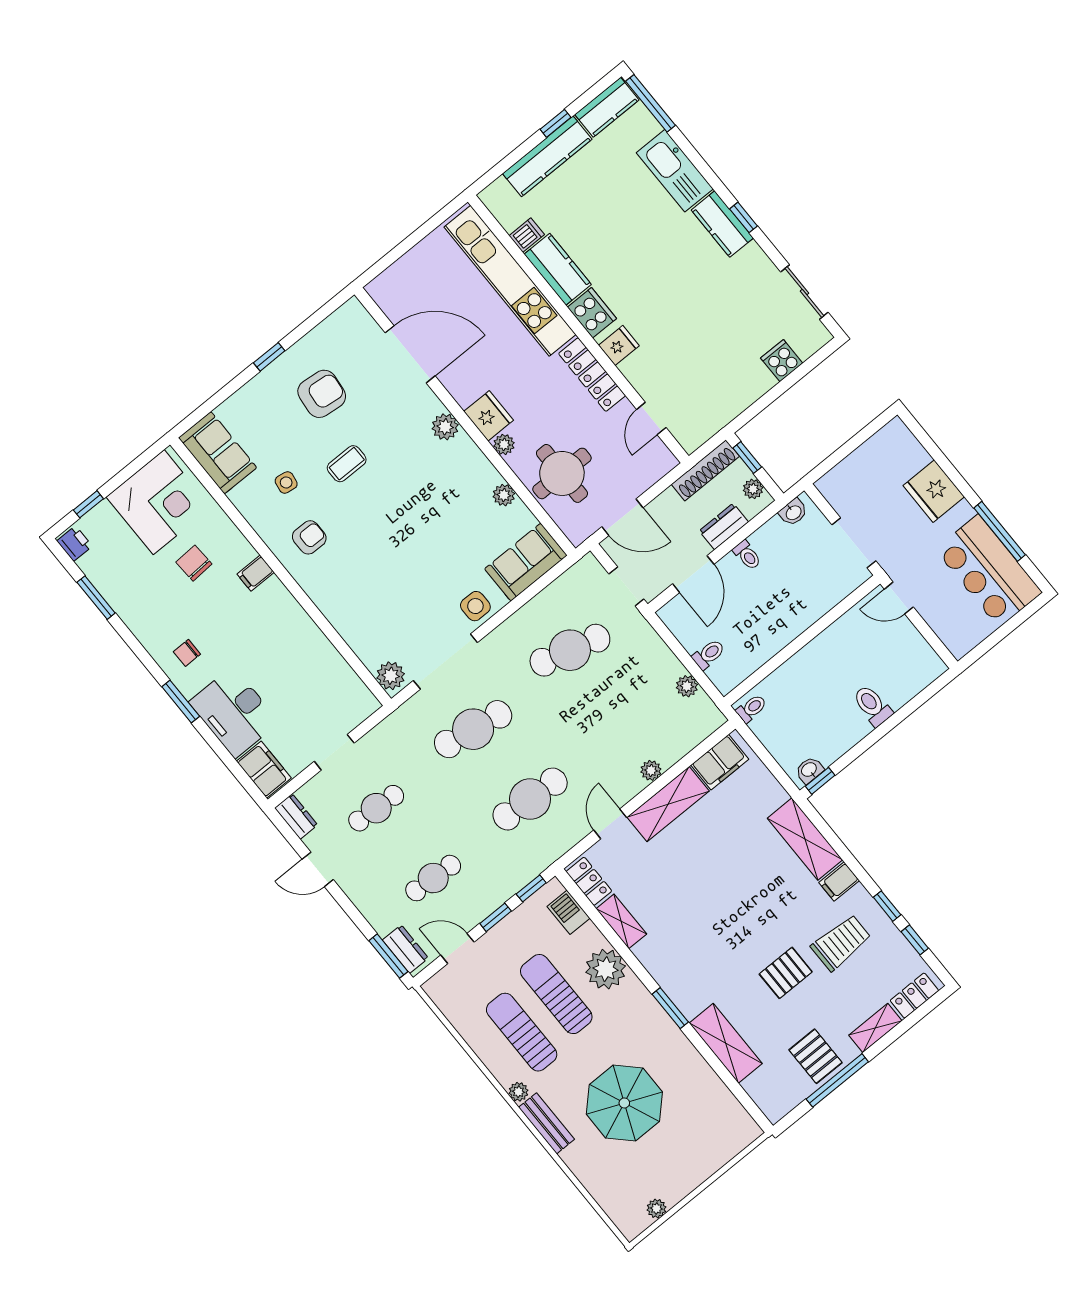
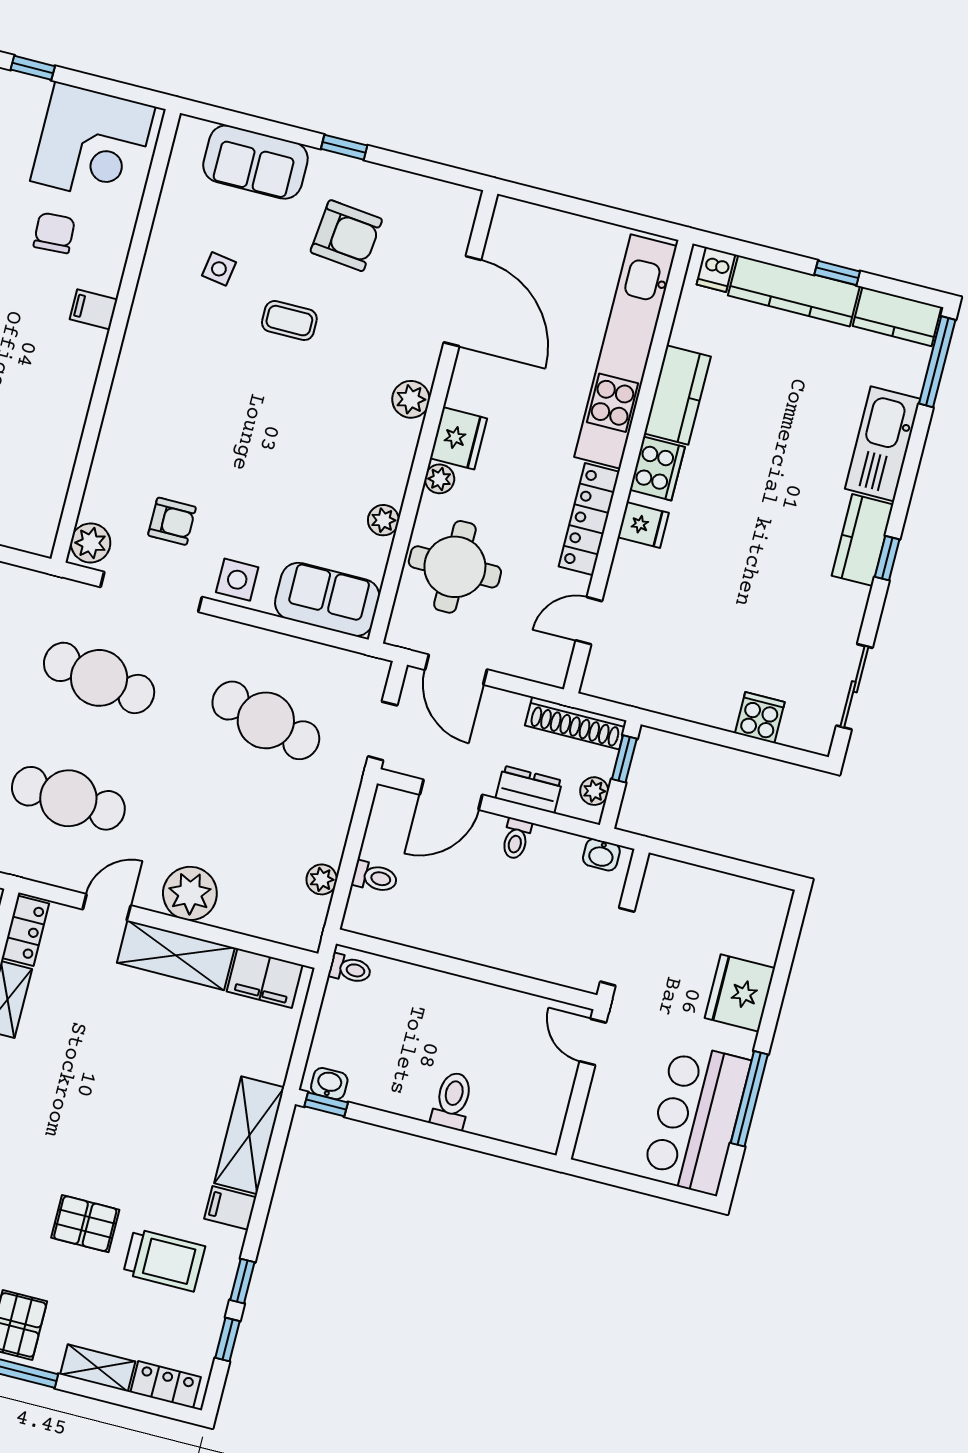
dishwasher: (527, 235) -> (716, 270), moved, turned 90
sofa: (218, 453) -> (255, 162), moved, turned 90
armchair: (309, 537) -> (172, 521), moved
plant: (651, 770) -> (190, 893), width x1.87, depth x1.87

